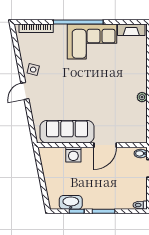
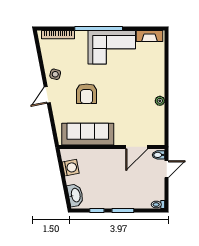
armchair: (66, 90) -> (87, 94), added
door: (105, 145) -> (137, 147), moved
washing machine: (73, 155) -> (71, 168), moved, turned -101
washbasin: (71, 202) -> (75, 195), moved, turned 79

